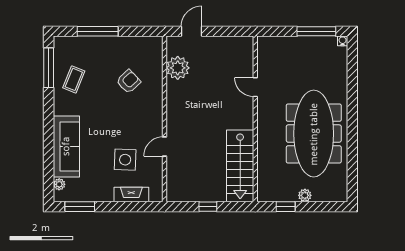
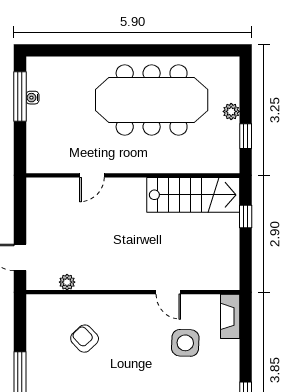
water cooler: (343, 41) -> (32, 98), moved
plant: (178, 68) -> (67, 282), width x0.53, depth x0.53
fireplace: (131, 195) -> (230, 316), moved
window: (208, 207) -> (246, 217), moved

